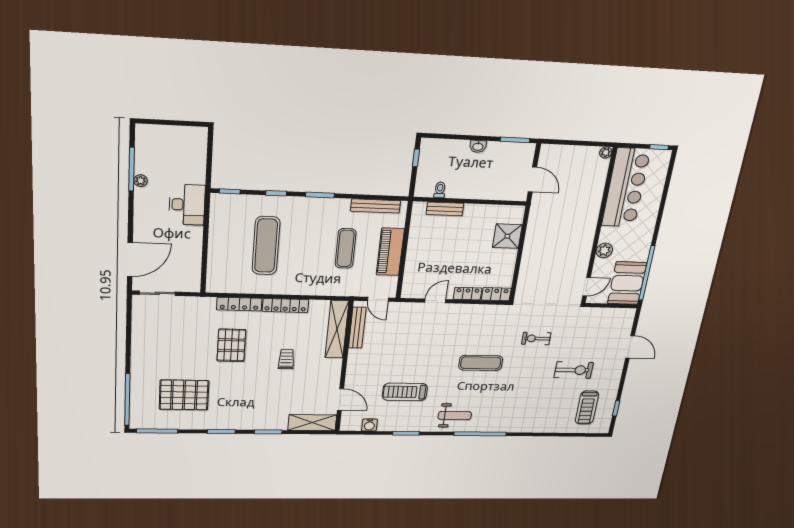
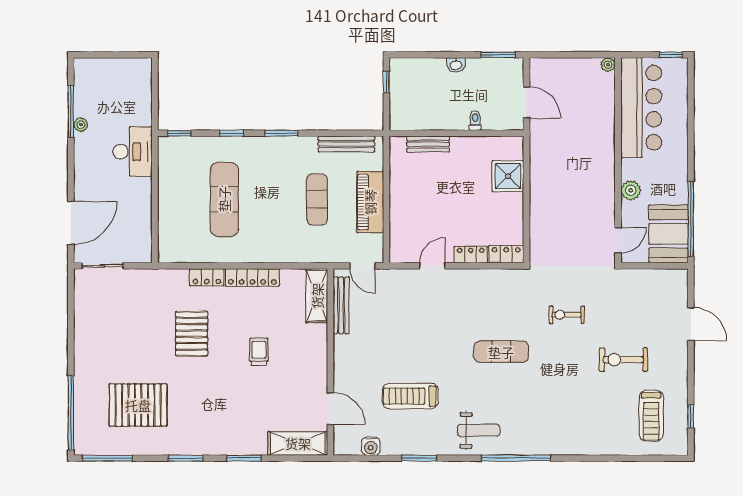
toilet: (440, 190) -> (475, 120), moved
locker: (239, 304) -> (207, 277), width x0.66
shelving: (337, 329) -> (317, 296), width x0.68
exercise bike: (574, 370) -> (623, 360), turned 180

